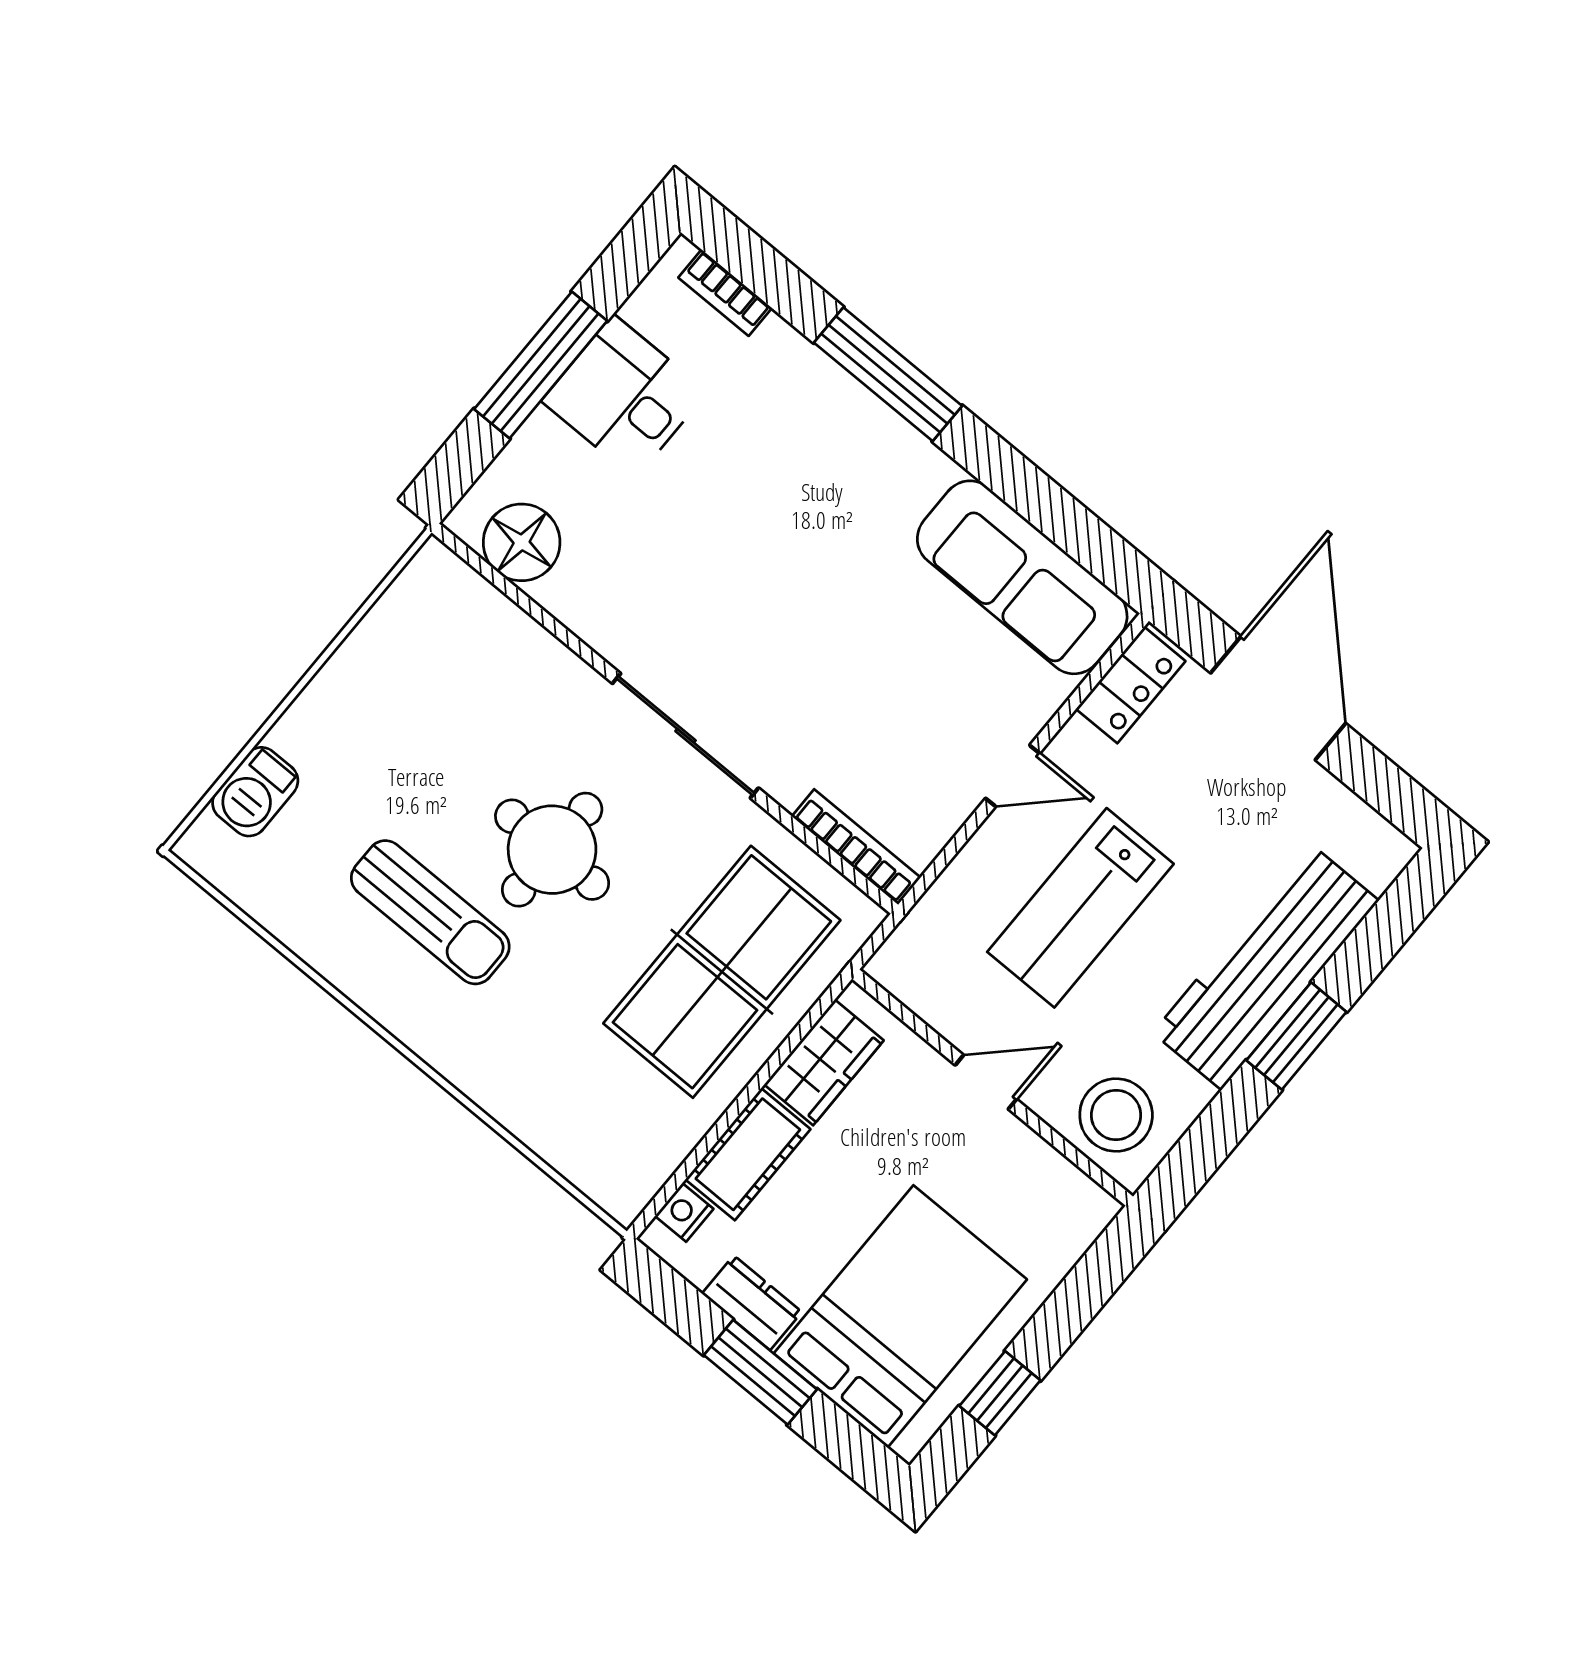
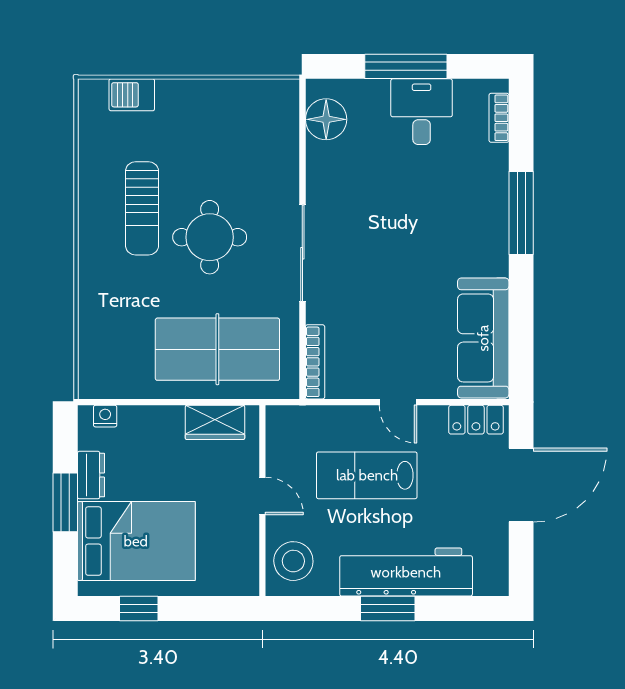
cot: (748, 1154) -> (151, 422), removed

